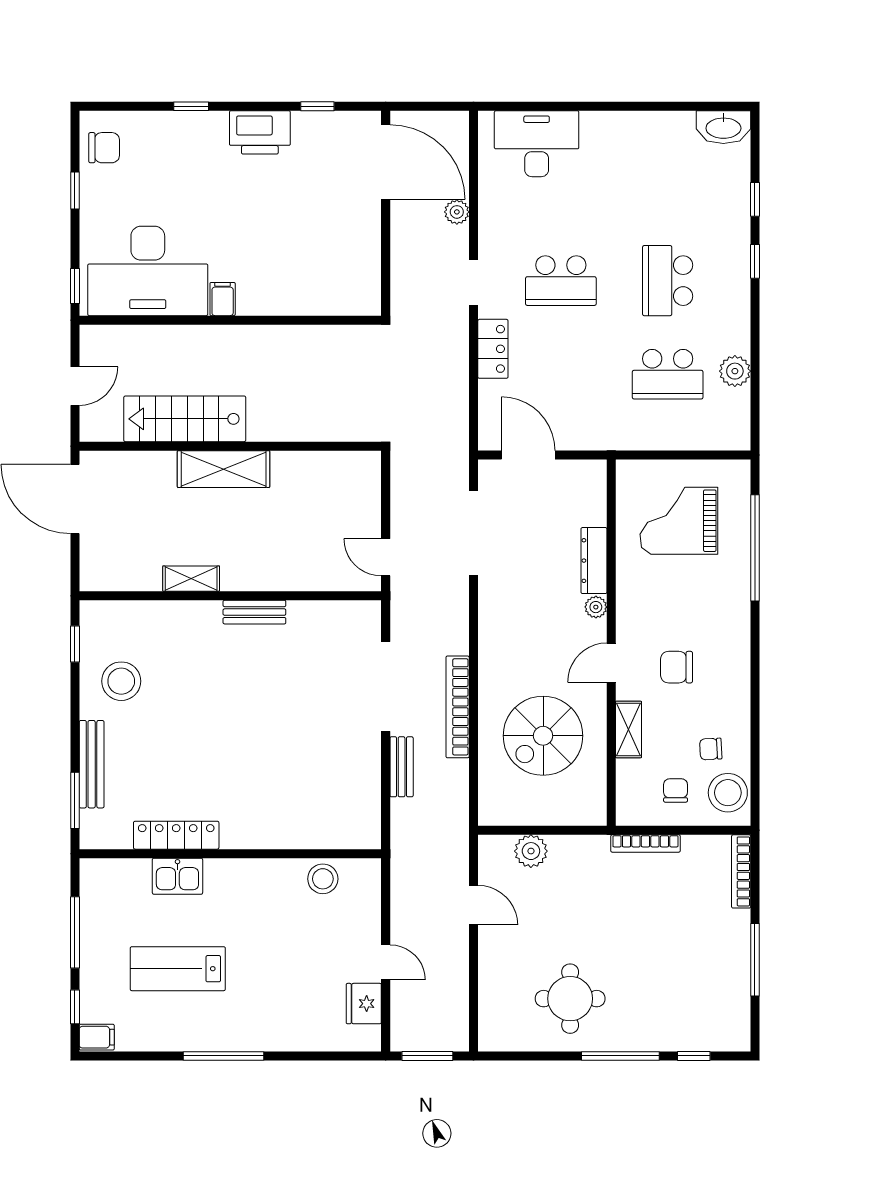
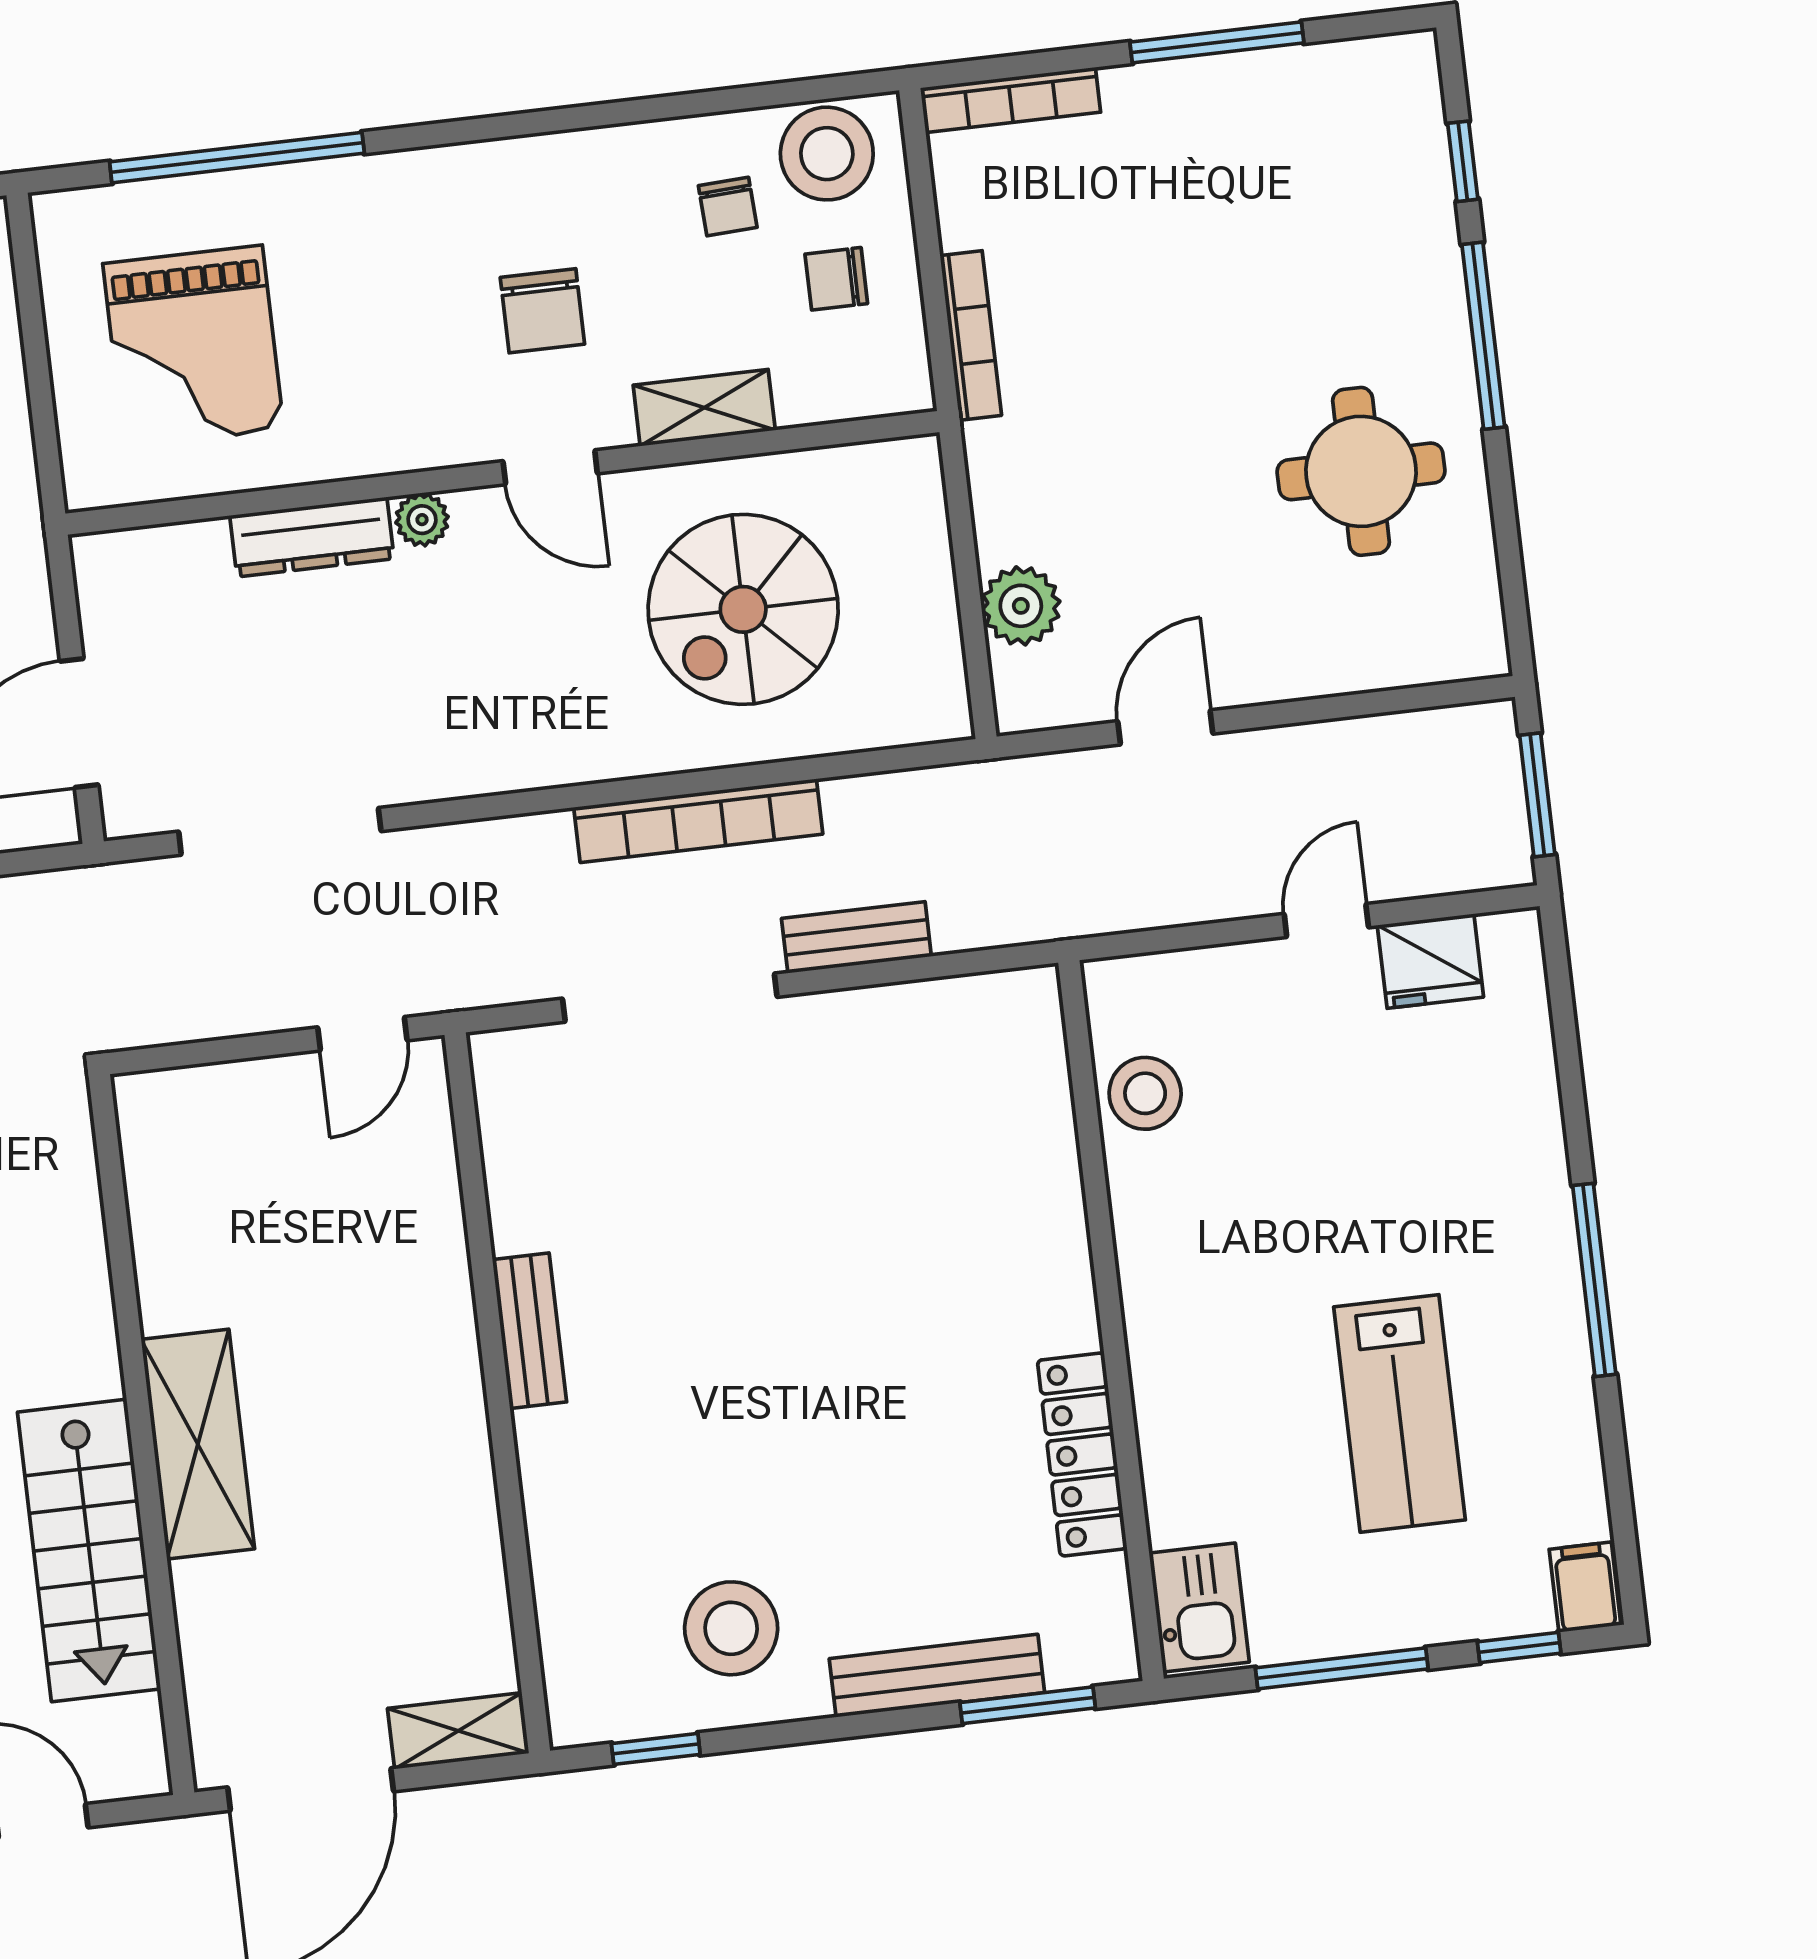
shelving: (191, 579) -> (458, 1731), moved, turned 90
spiral stairs: (543, 736) -> (743, 609), turned 90
kitchen sink: (177, 876) -> (1199, 1608), moved

